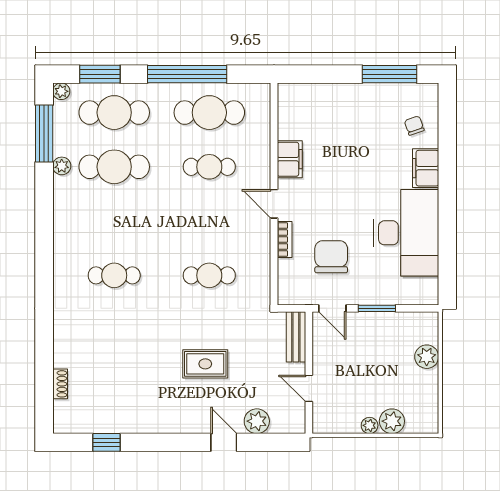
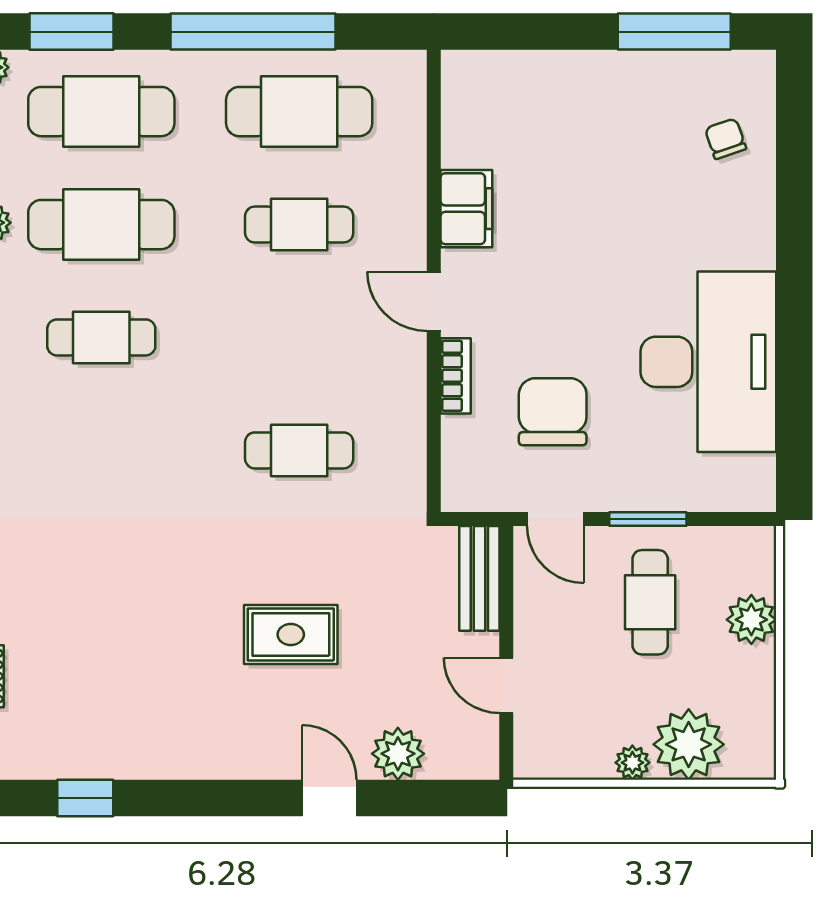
filing cabinet: (426, 168) -> (749, 227), removed
cafe table: (114, 275) -> (101, 337), moved
cafe table: (378, 348) -> (650, 602), added
plant: (392, 421) -> (689, 744), width x1.36, depth x1.36

